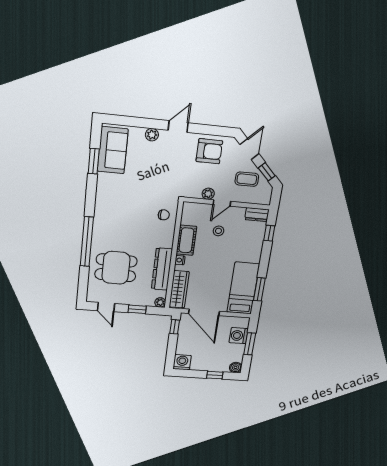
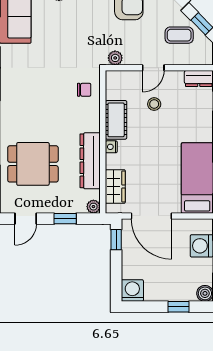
plant: (208, 194) -> (115, 58), moved
wardrobe: (179, 289) -> (115, 186), width x0.67
door: (106, 307) -> (26, 219), hinge flipped

